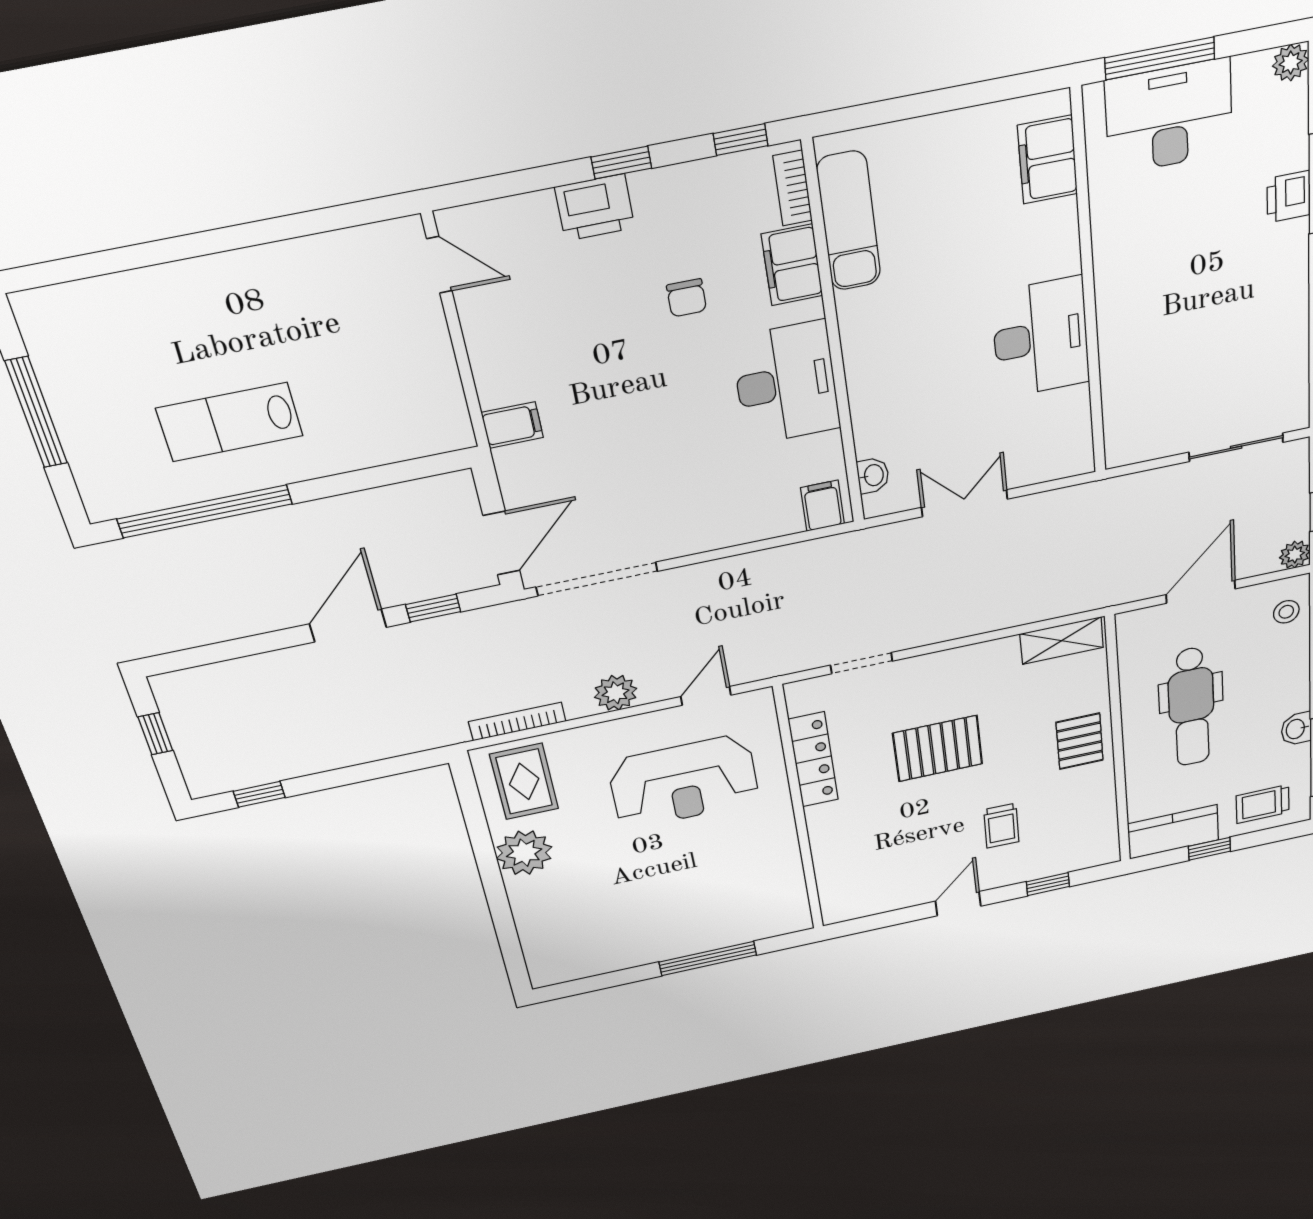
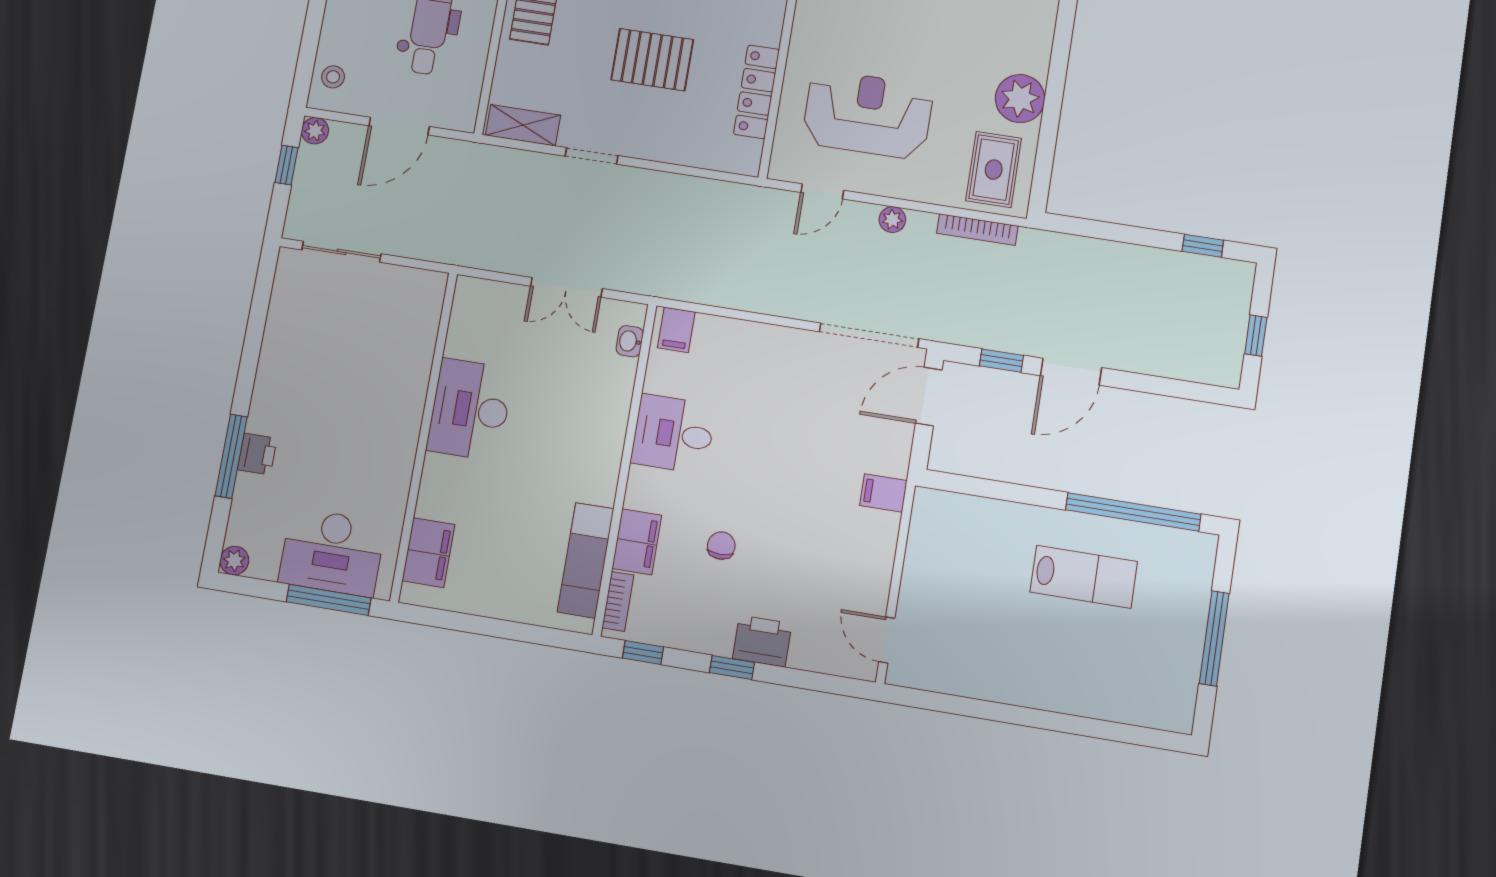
desk: (786, 383) -> (673, 434), width x0.73
doorway: (861, 663) -> (592, 156), moved
plant: (616, 693) -> (892, 220), width x0.73, depth x0.73

